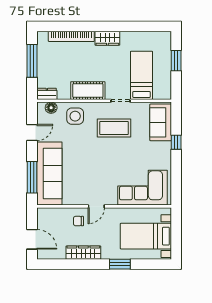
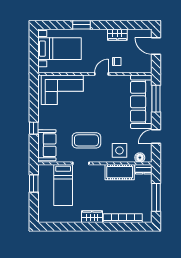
window: (176, 61) -> (34, 184), moved
cot: (88, 91) -> (120, 172), moved
wardrobe: (83, 253) -> (117, 35), width x0.67

